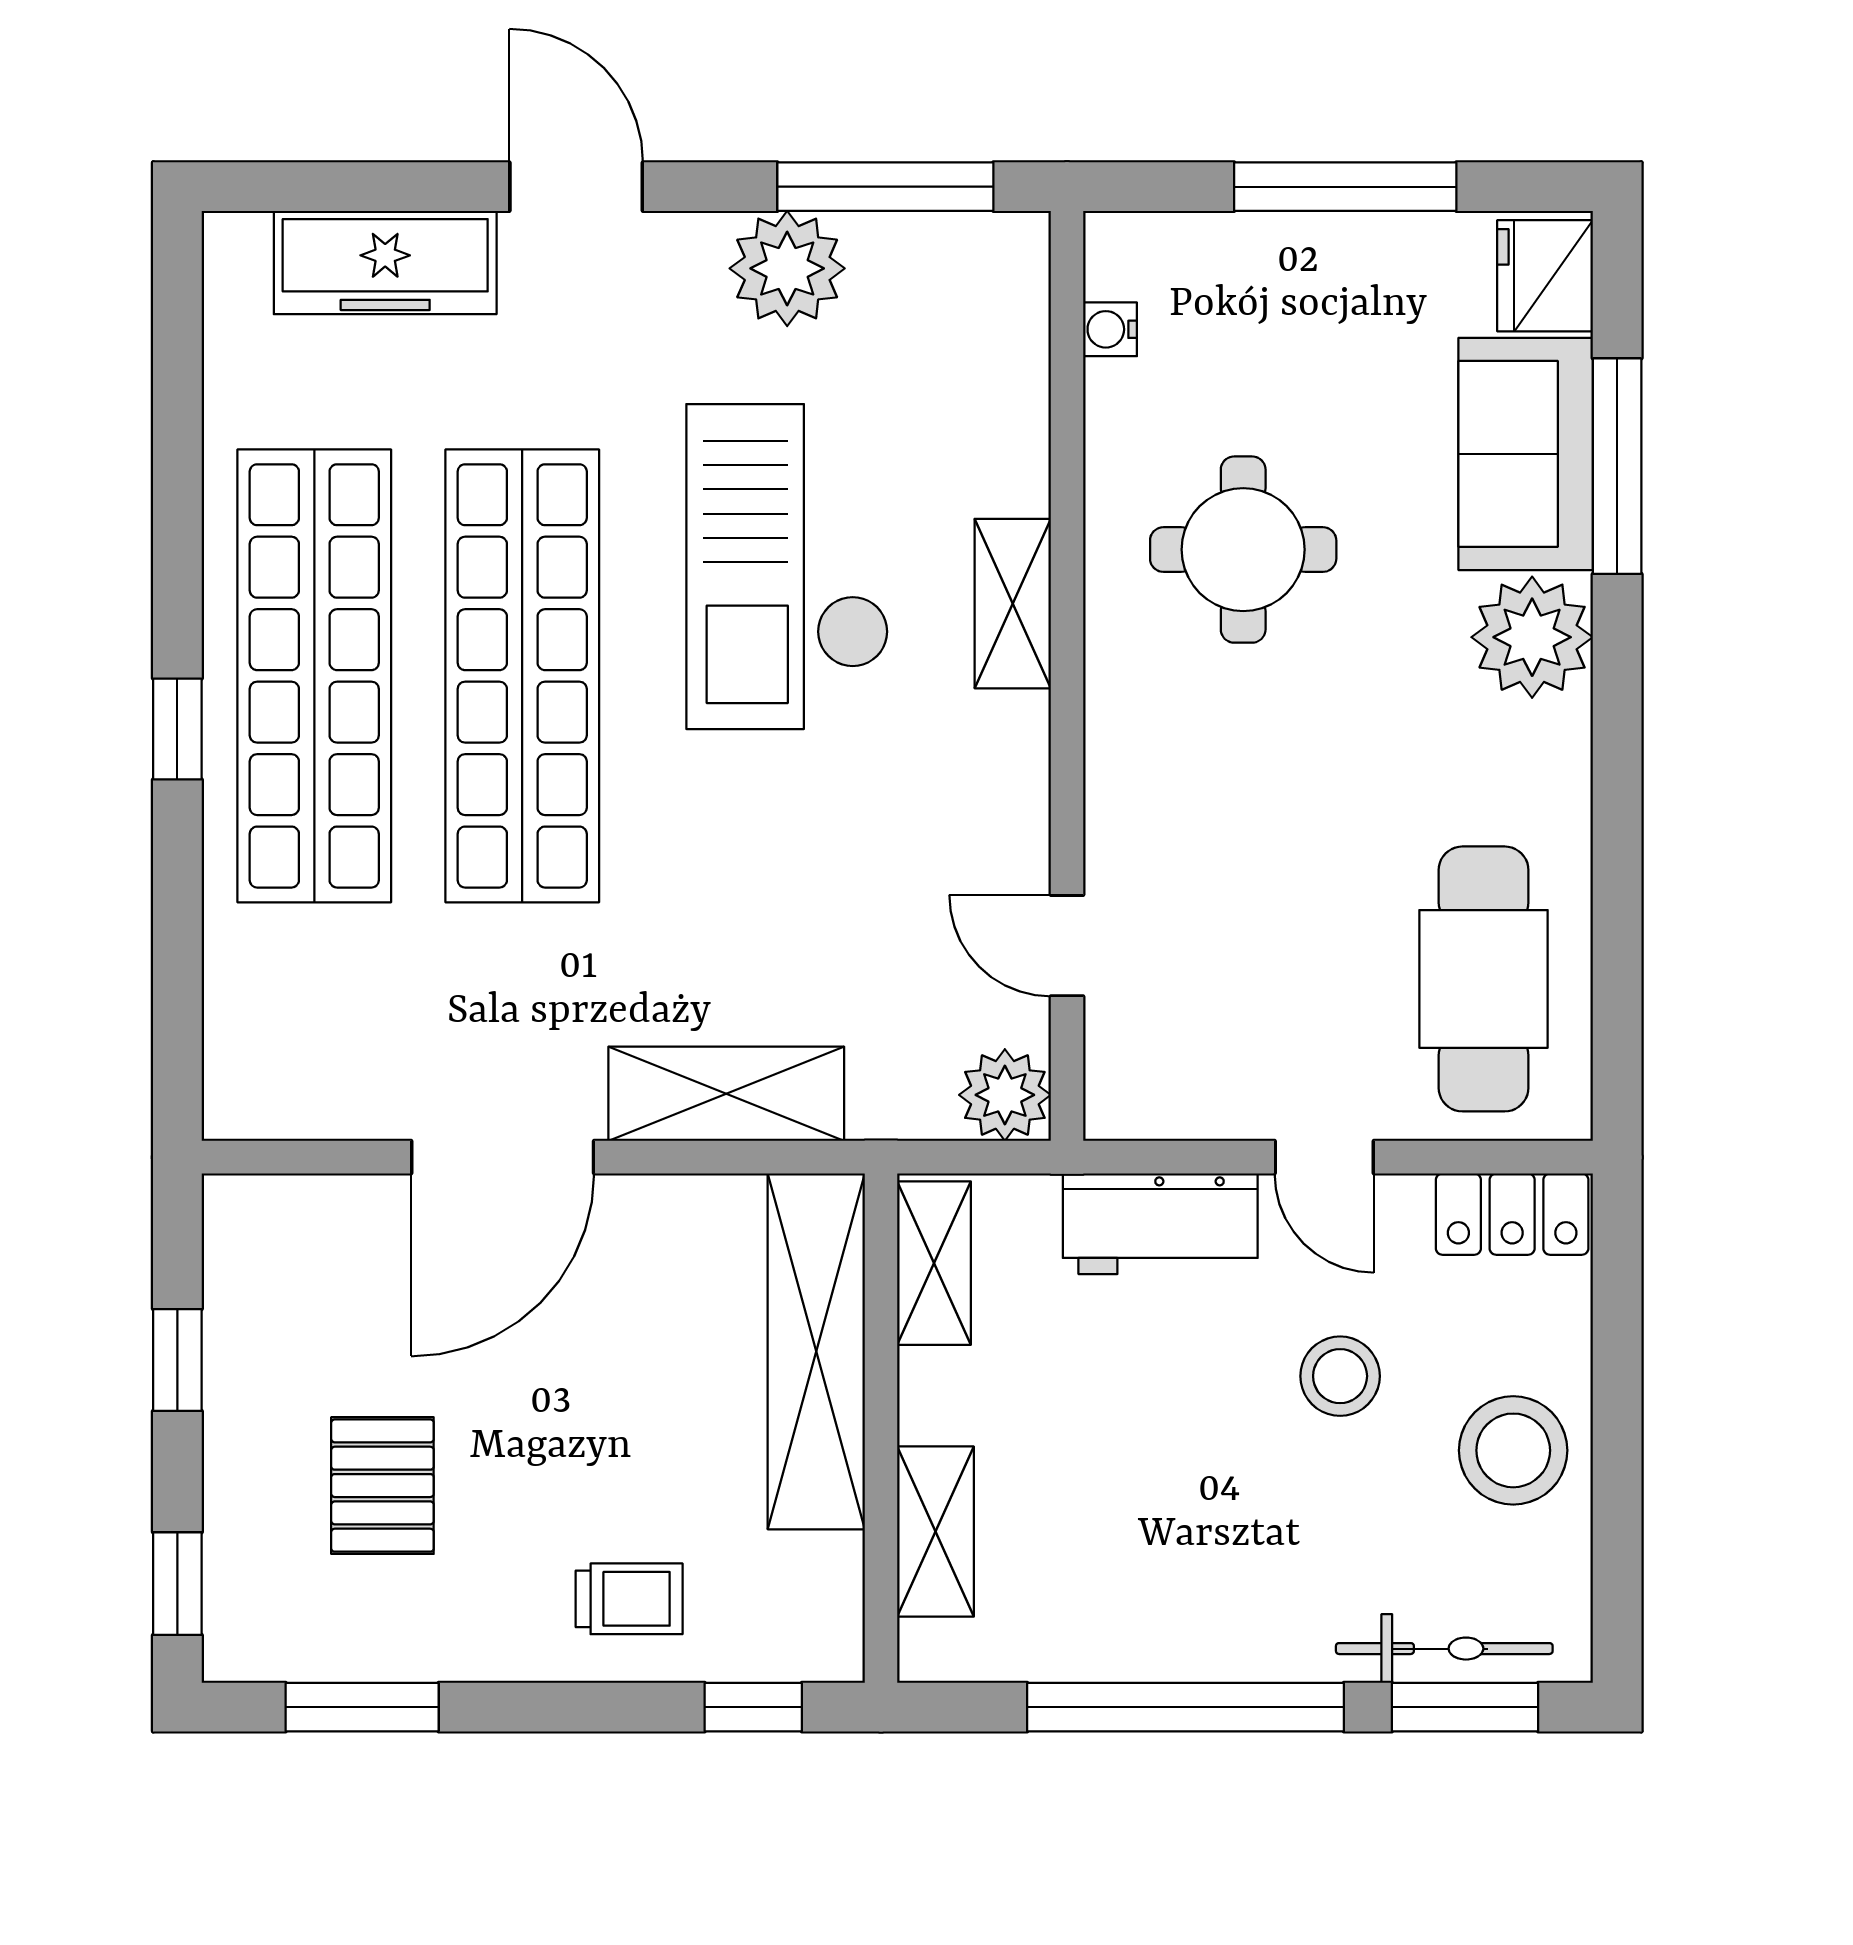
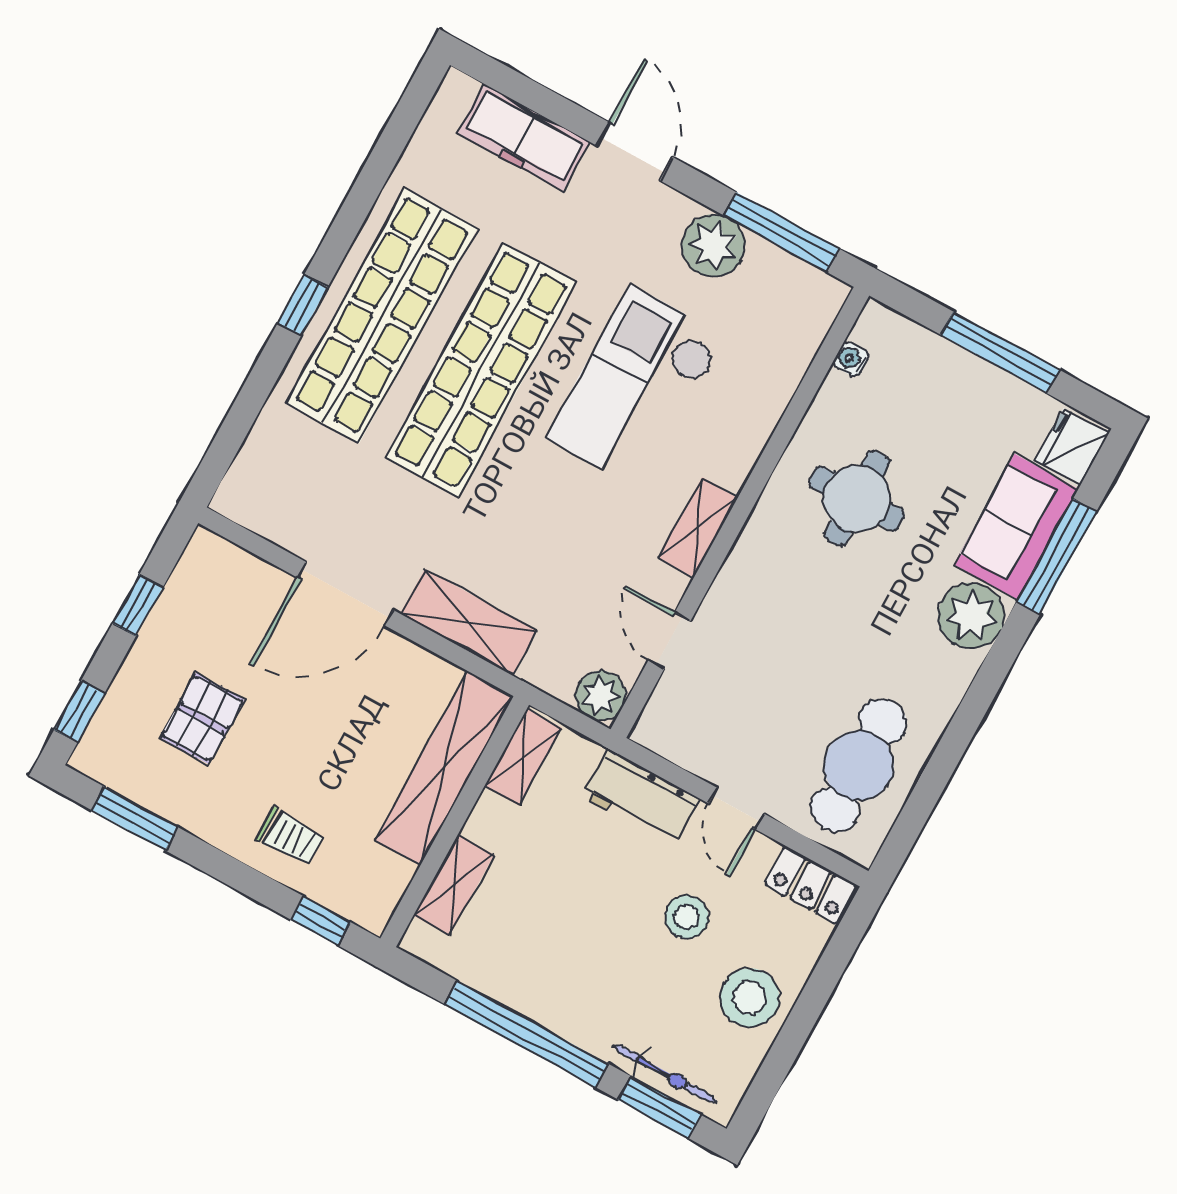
shelving: (1013, 604) -> (698, 527), moved

